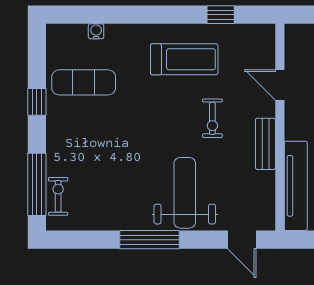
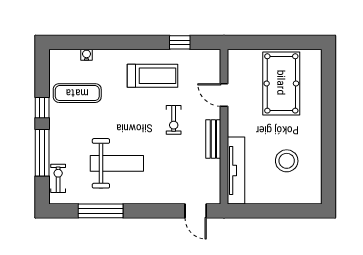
window: (37, 184) -> (42, 153), moved
weight bench: (185, 193) -> (117, 163), moved, turned 90
window: (150, 240) -> (101, 211), moved

